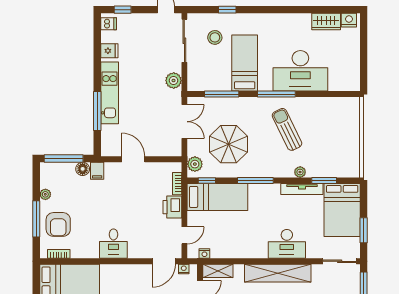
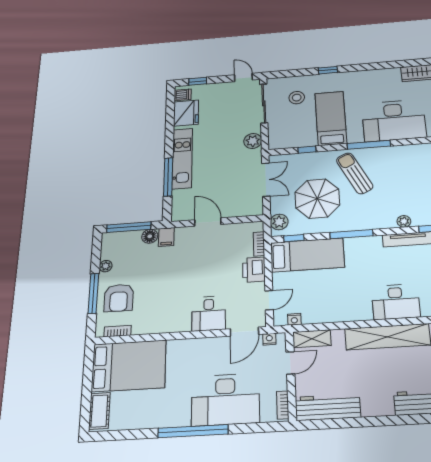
window: (227, 10) -> (328, 70), moved
fridge: (109, 51) -> (186, 113), width x1.88, depth x1.34
window: (222, 94) -> (307, 150), width x0.46
sun lounger: (287, 129) -> (355, 173), moved
desk: (113, 244) -> (209, 313), moved

